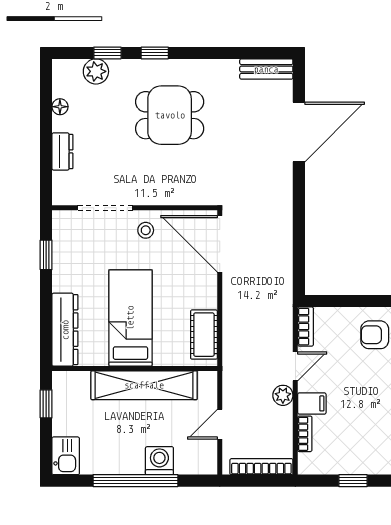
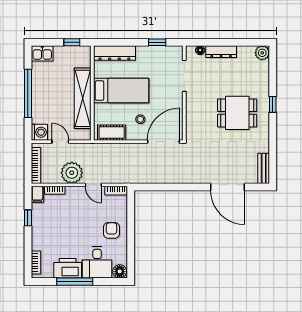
window: (107, 53) -> (273, 77), removed
plant: (96, 71) -> (262, 53), moved
floor lamp: (60, 107) -> (200, 50), moved
dining table: (170, 115) -> (237, 113), turned 90
dresser: (62, 151) -> (221, 52), width x1.44
stool: (146, 230) -> (140, 119), moved
plant: (283, 395) -> (72, 173), width x1.87, depth x1.87
filing cabinet: (312, 403) -> (37, 194), moved
washing machine: (159, 461) -> (39, 132), moved

